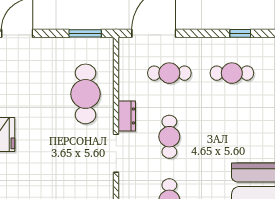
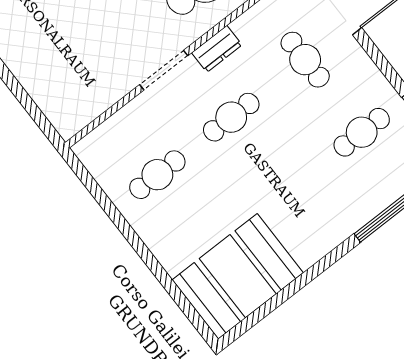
cafe table: (232, 73) -> (362, 132), turned 90

